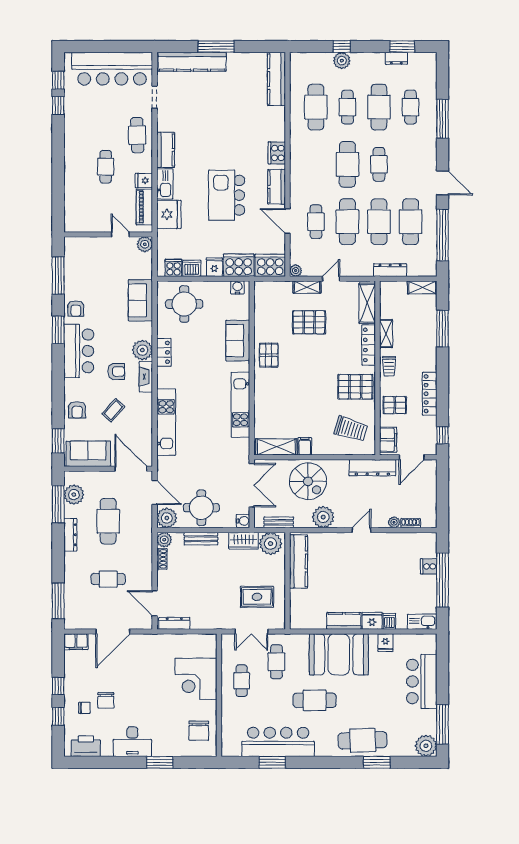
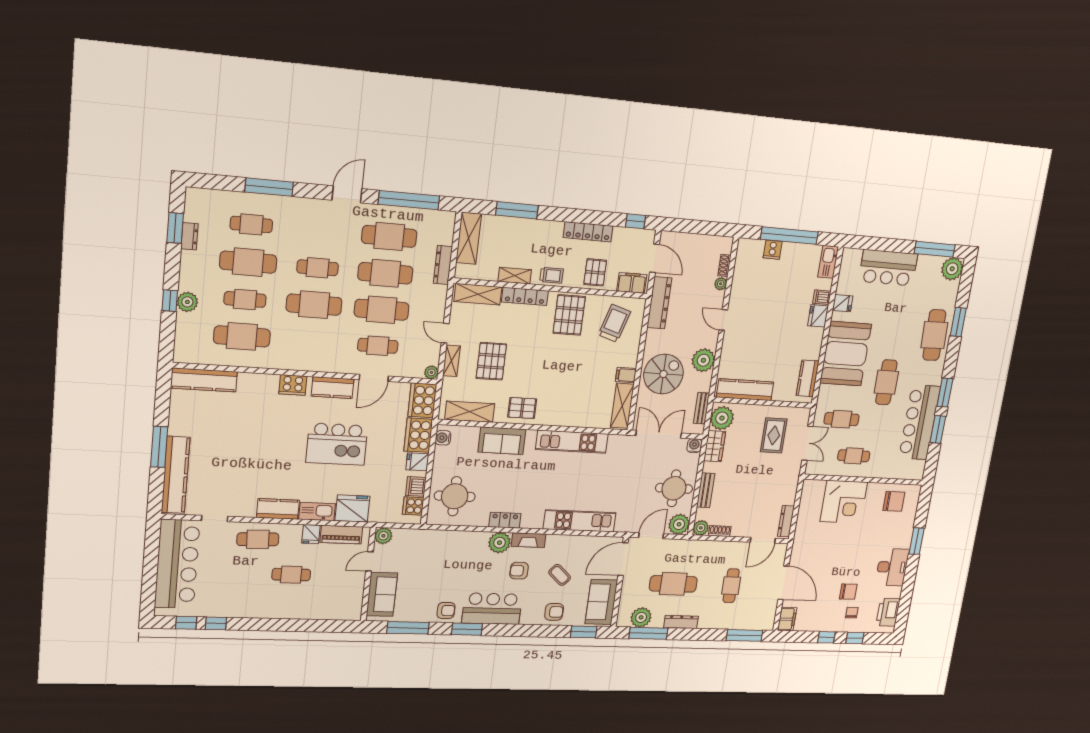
shelving: (422, 287) -> (469, 238), width x1.50, depth x1.33
sofa: (140, 300) -> (382, 594), moved, turned -90
shelving: (263, 308) -> (470, 412), added
armchair: (116, 372) -> (519, 571), turned -90
kitchen counter: (344, 621) -> (808, 378), moved
window: (309, 762) -> (945, 393), added

